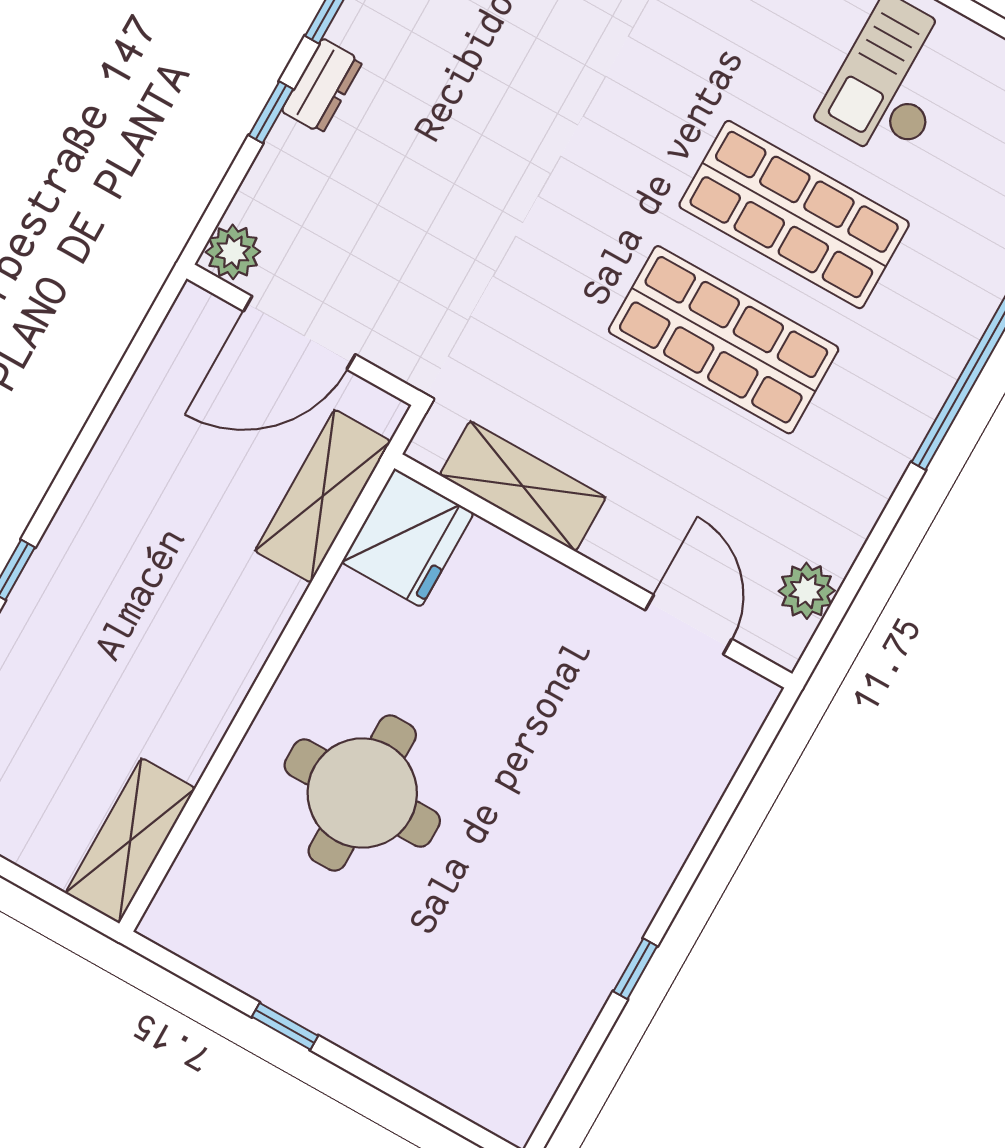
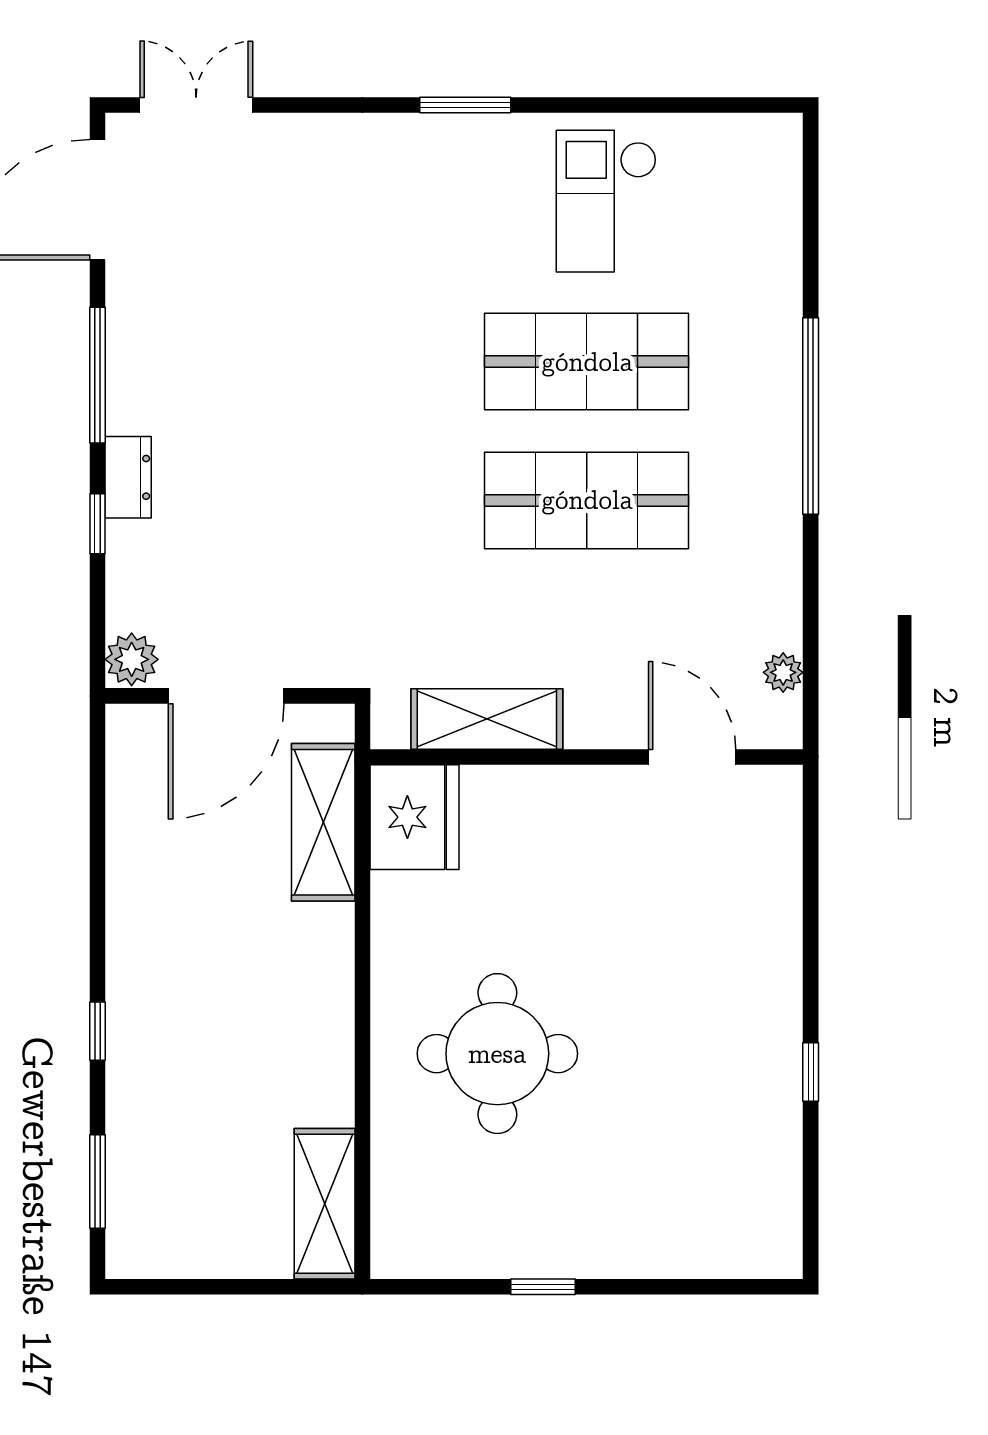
plant: (807, 591) -> (783, 672), width x0.73, depth x0.73

